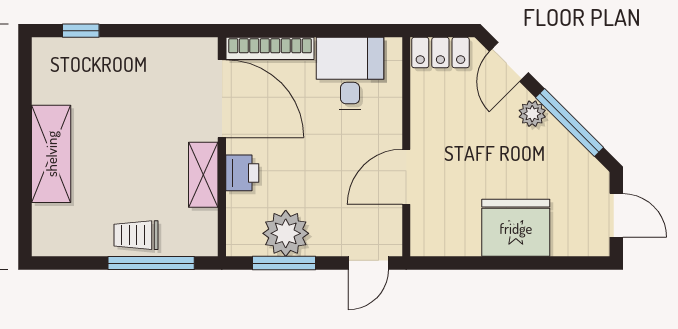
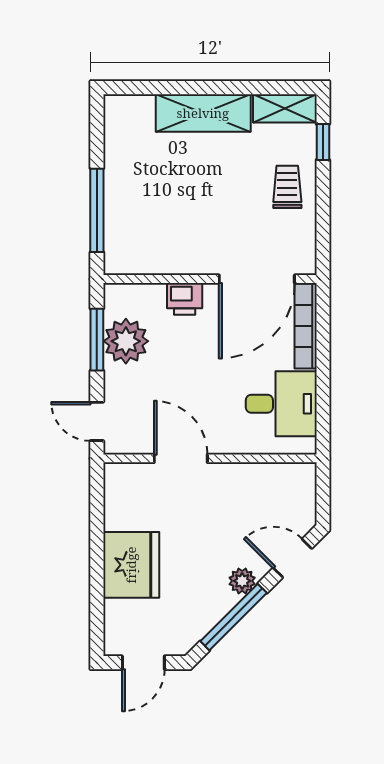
locker: (440, 53) -> (302, 492), removed
shelving: (203, 175) -> (285, 108), moved
trolley: (136, 235) -> (287, 187), moved

